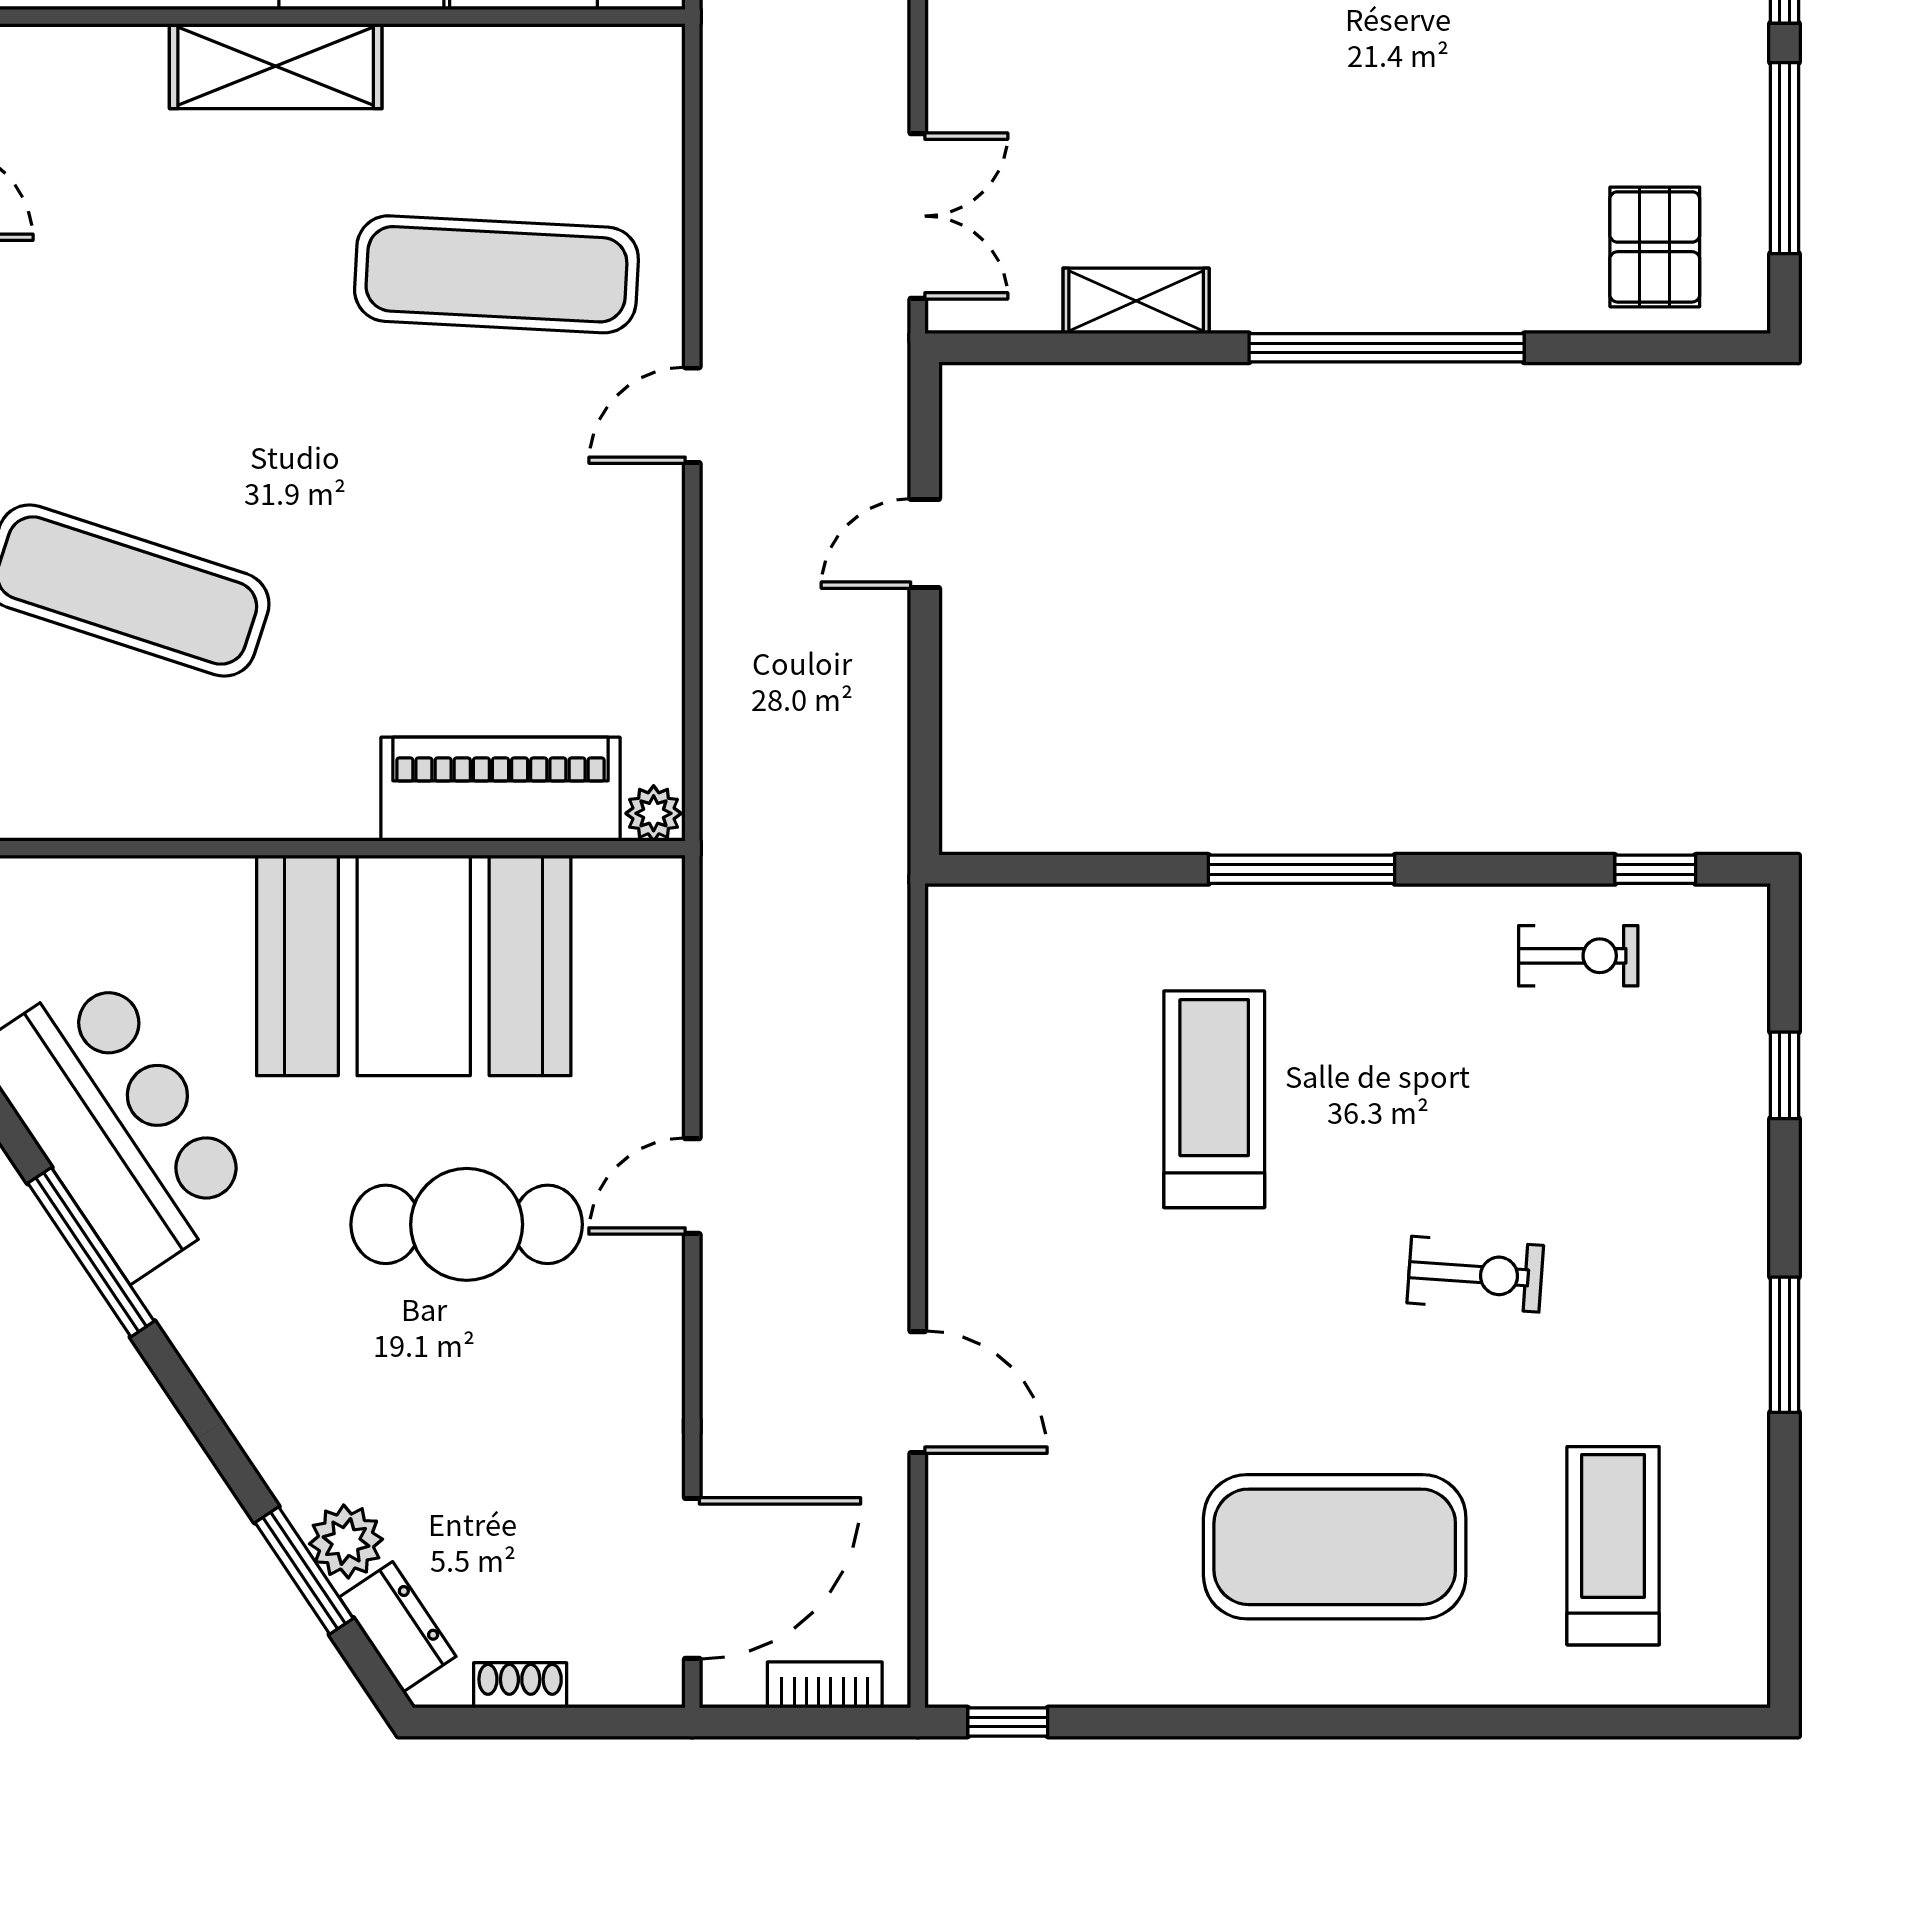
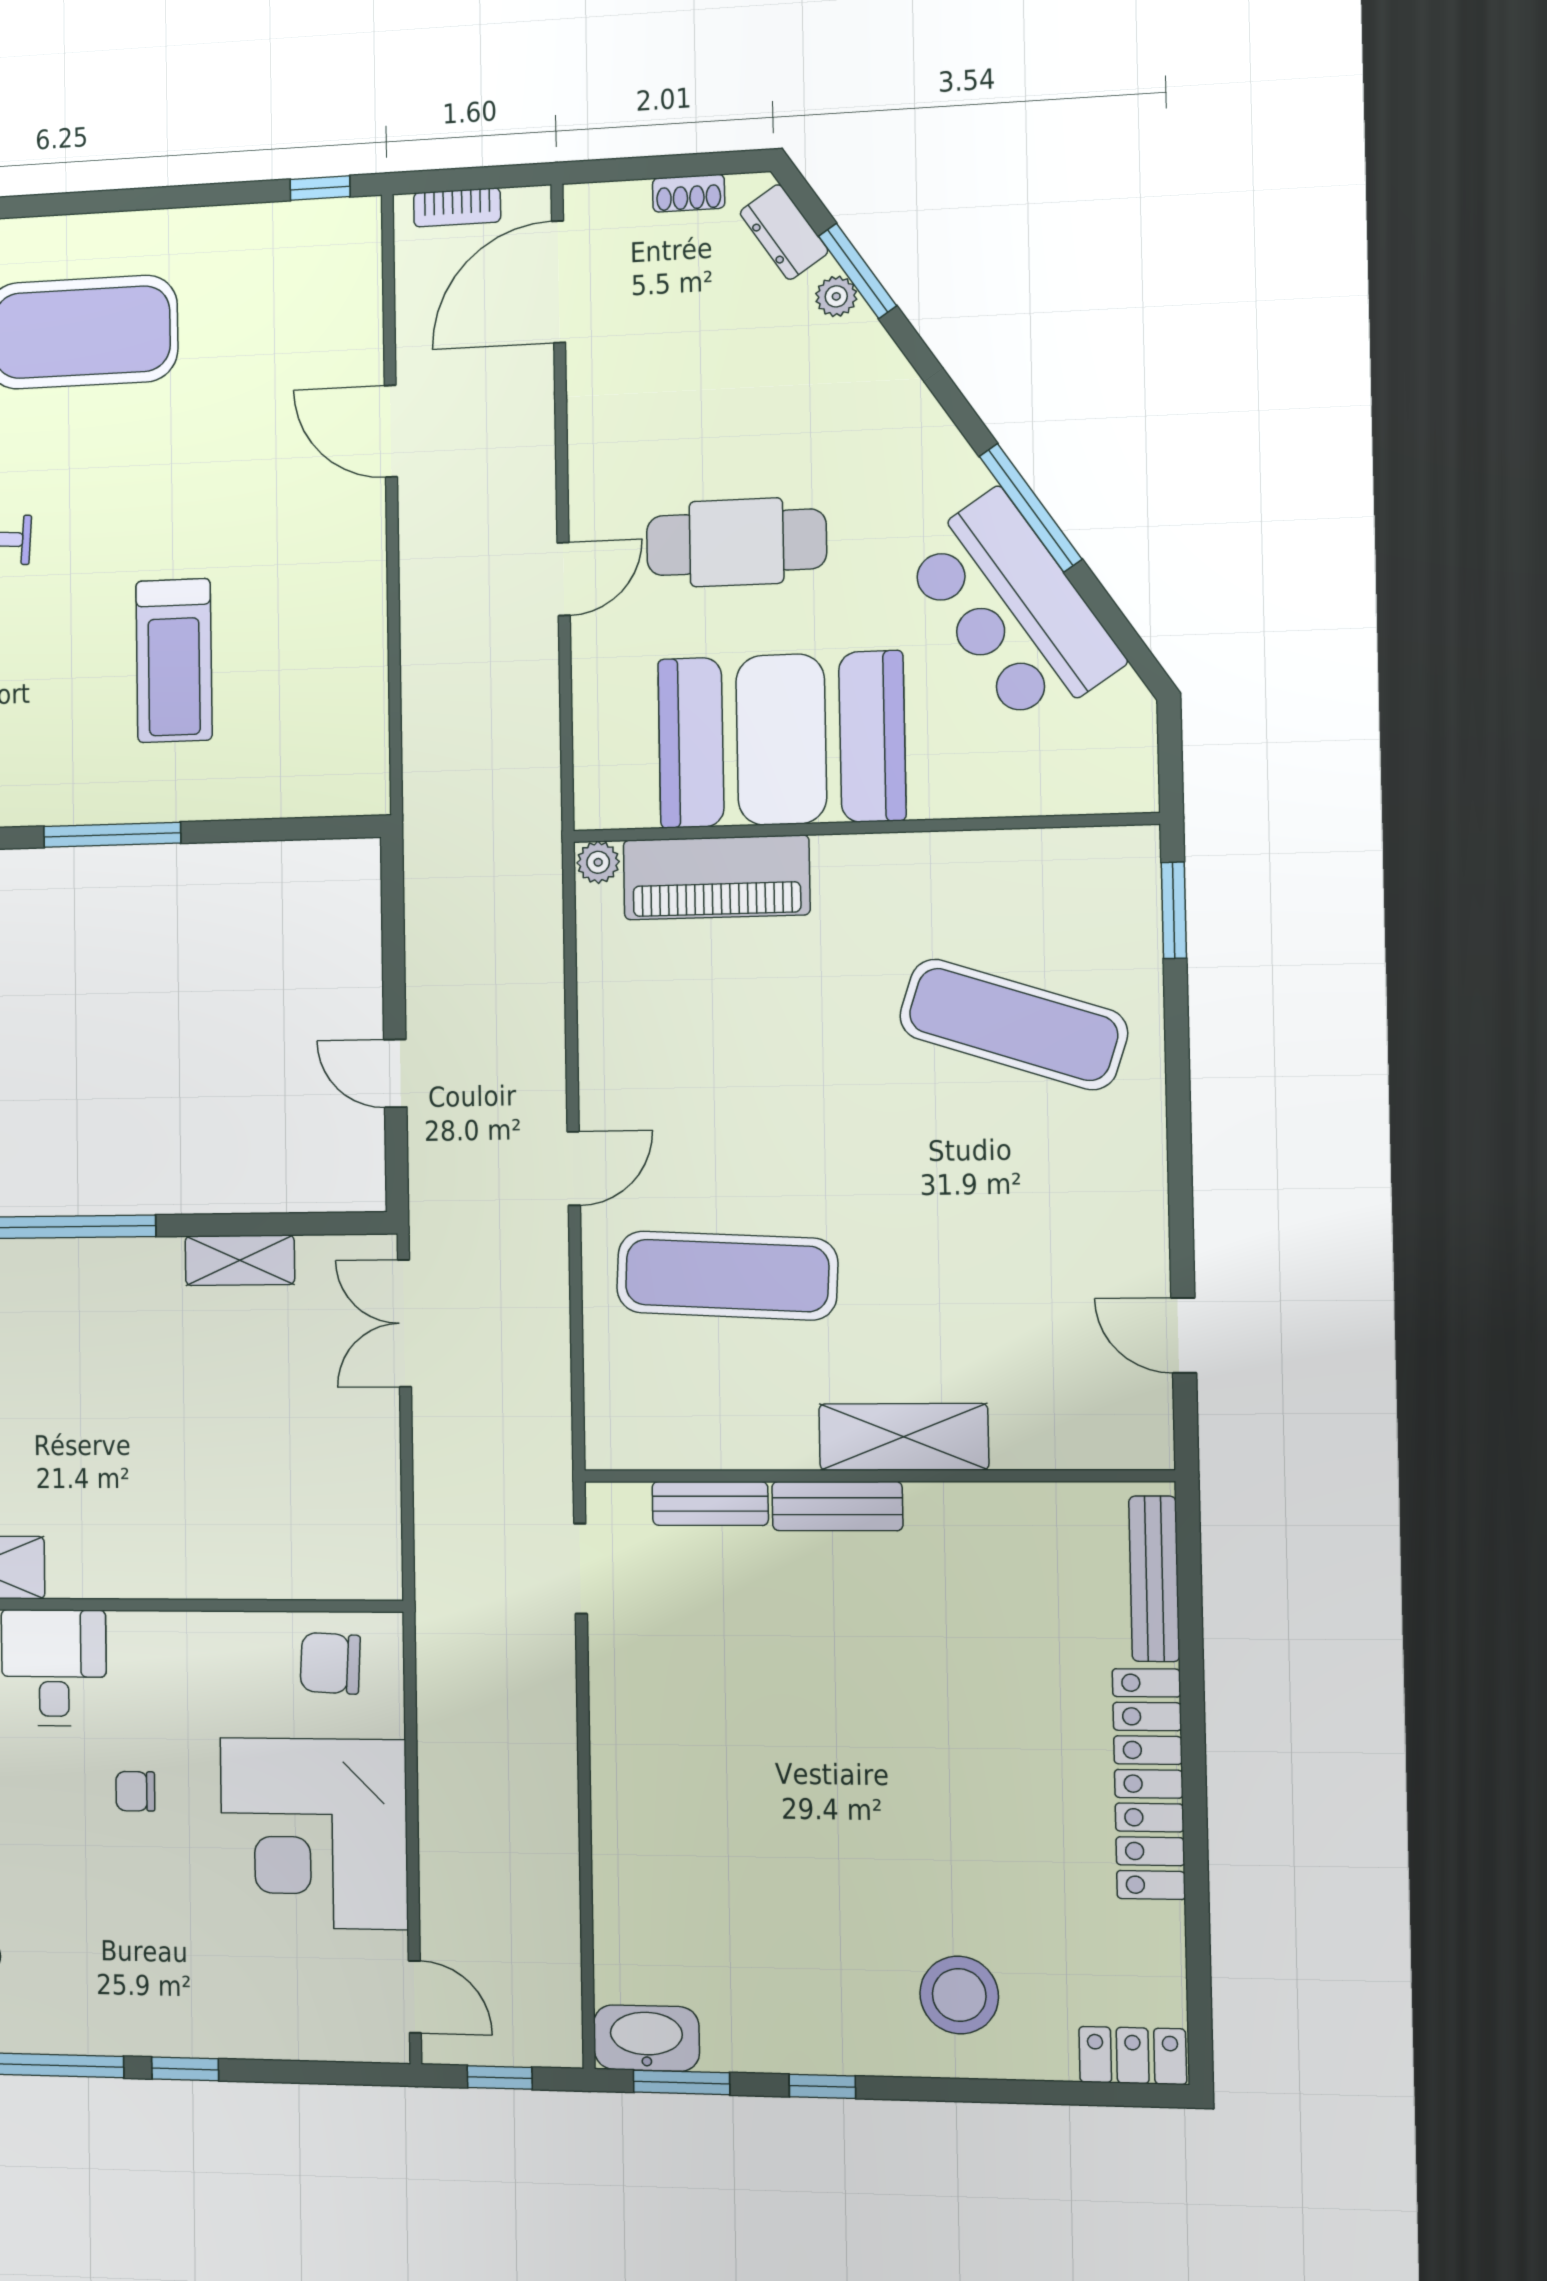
door: (925, 544) -> (395, 1073), swing flipped
plant: (346, 1542) -> (836, 296), width x0.73, depth x0.73

